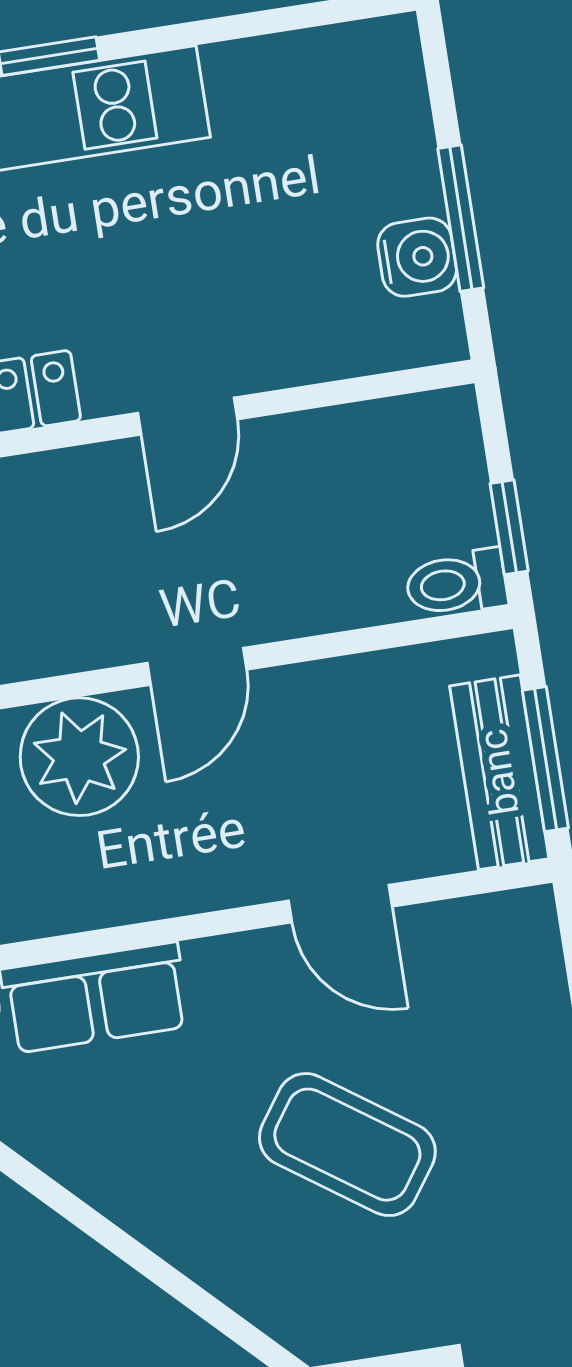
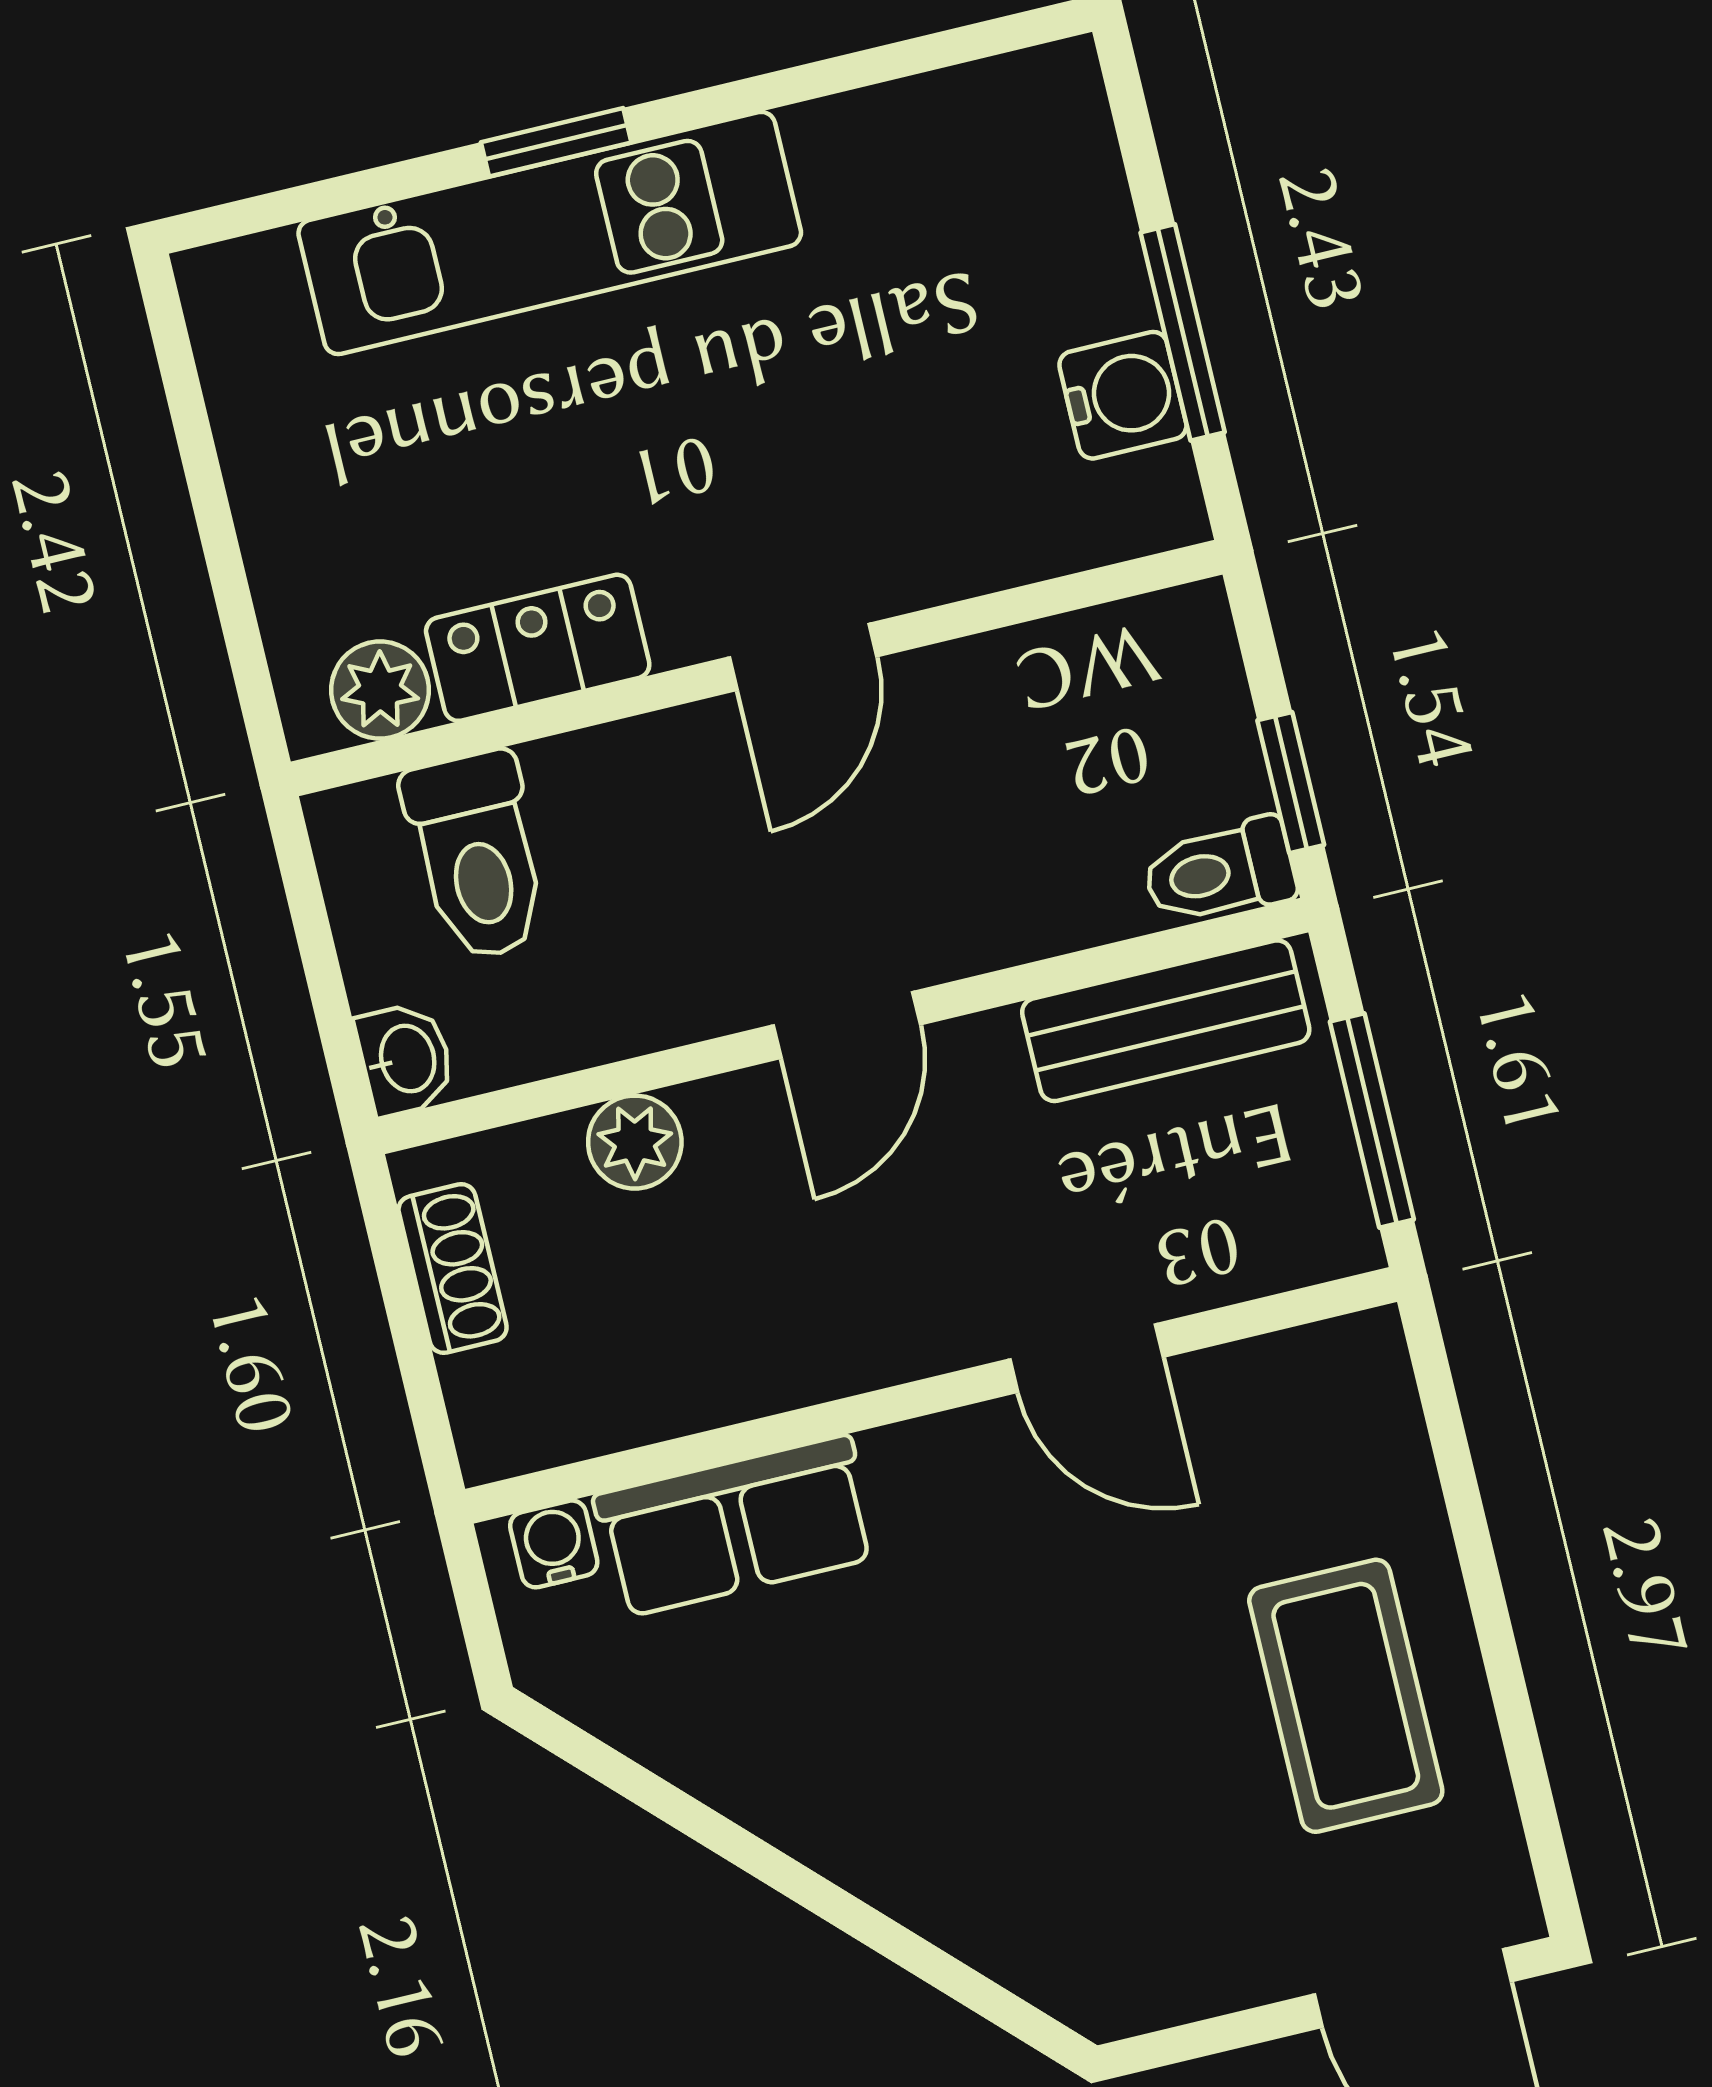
plant: (79, 757) -> (635, 1142), width x0.53, depth x0.53
bench: (499, 772) -> (1166, 1021), moved, turned 90
coffee table: (347, 1145) -> (1346, 1696), moved, turned 55

